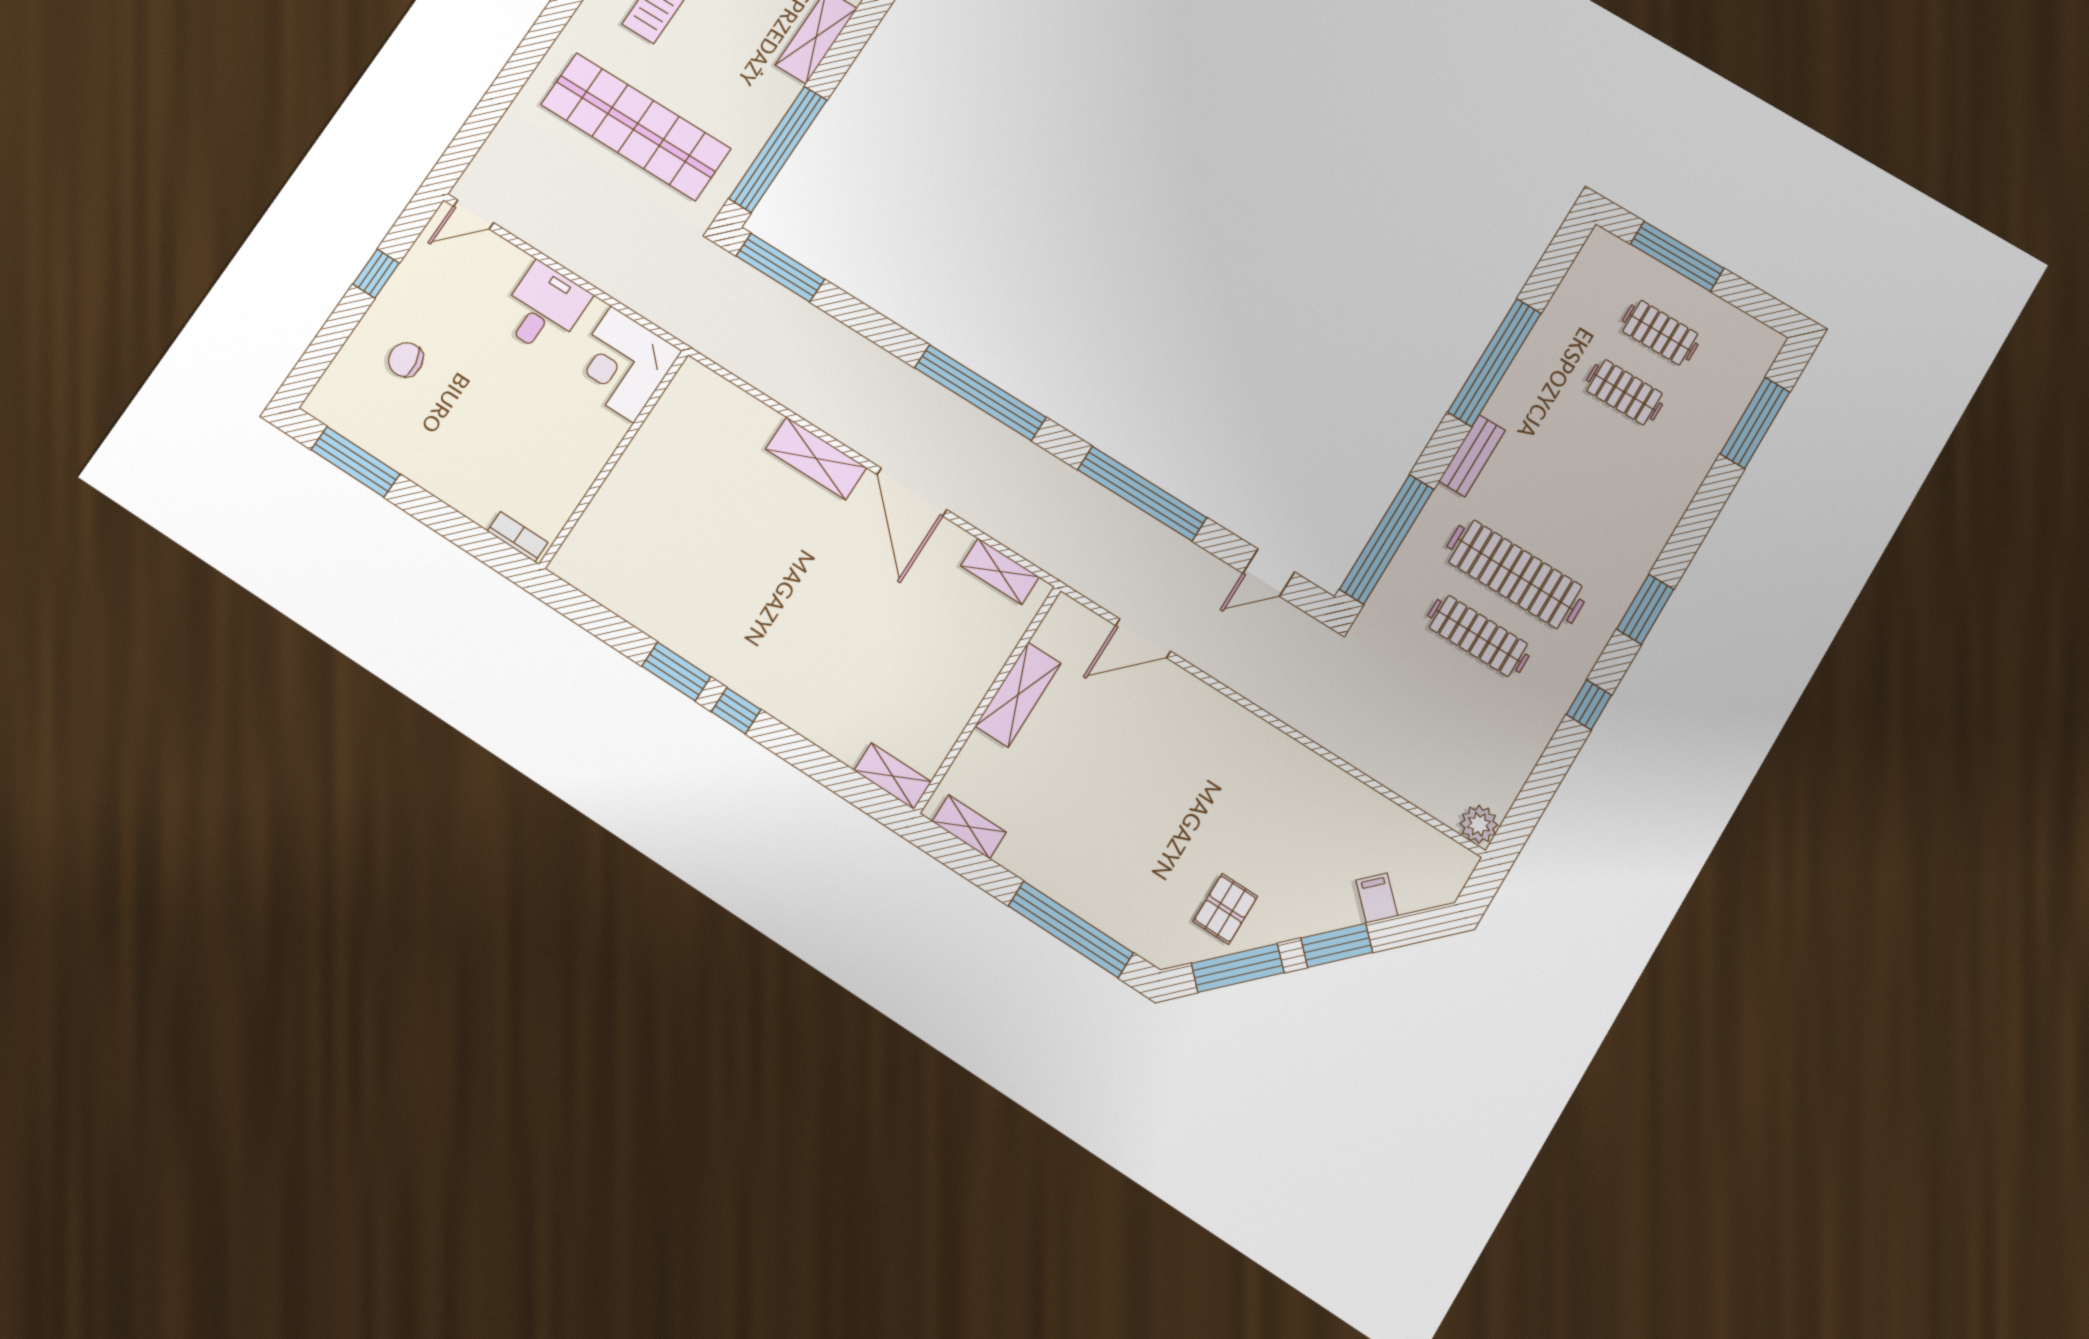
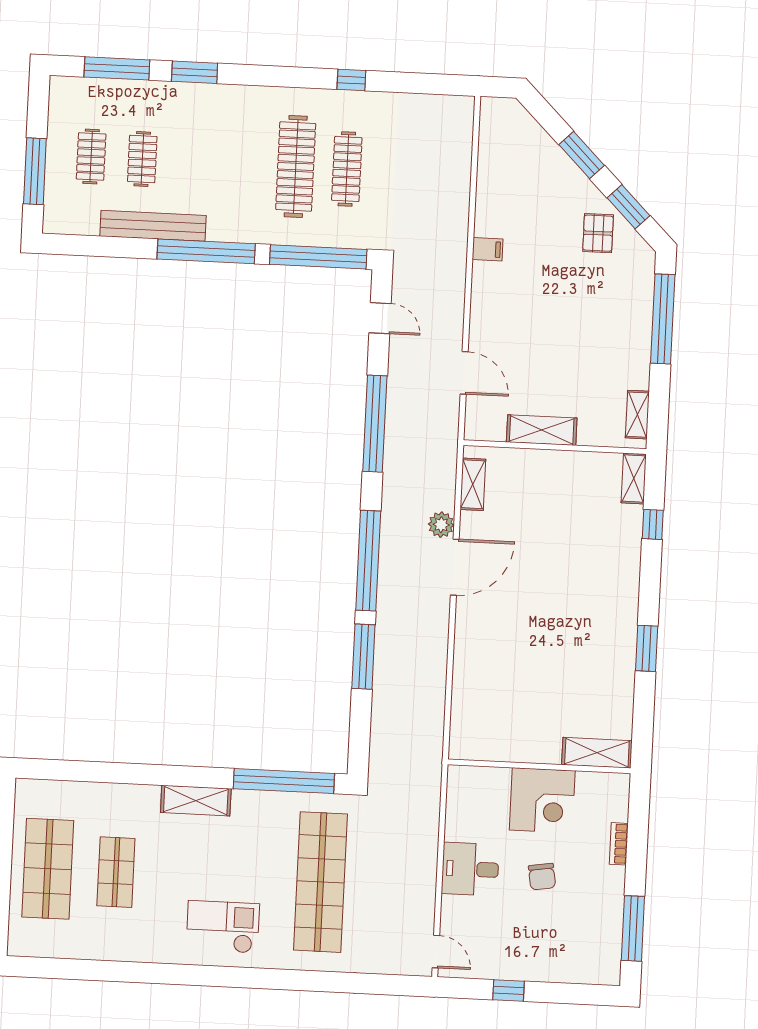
window: (780, 268) -> (363, 657), moved
chair: (406, 360) -> (542, 877), moved
window: (1494, 363) -> (206, 251), moved
corner desk: (622, 364) -> (542, 800), moved
bench: (1472, 456) -> (153, 226), moved, width x1.86, depth x1.21
shelving: (816, 458) -> (597, 753), moved, turned 90
bookcase: (518, 537) -> (619, 844), moved
window: (1645, 609) -> (195, 72), moved
window: (736, 711) -> (653, 524), moved
plant: (1479, 824) -> (441, 525), moved
filing cabinet: (1377, 898) -> (488, 249), moved, turned -135
pallet: (1225, 909) -> (598, 233), turned 90
window: (1238, 968) -> (628, 207), width x0.69

